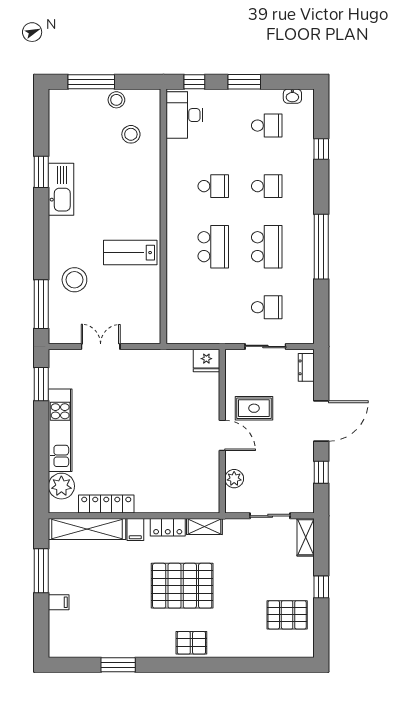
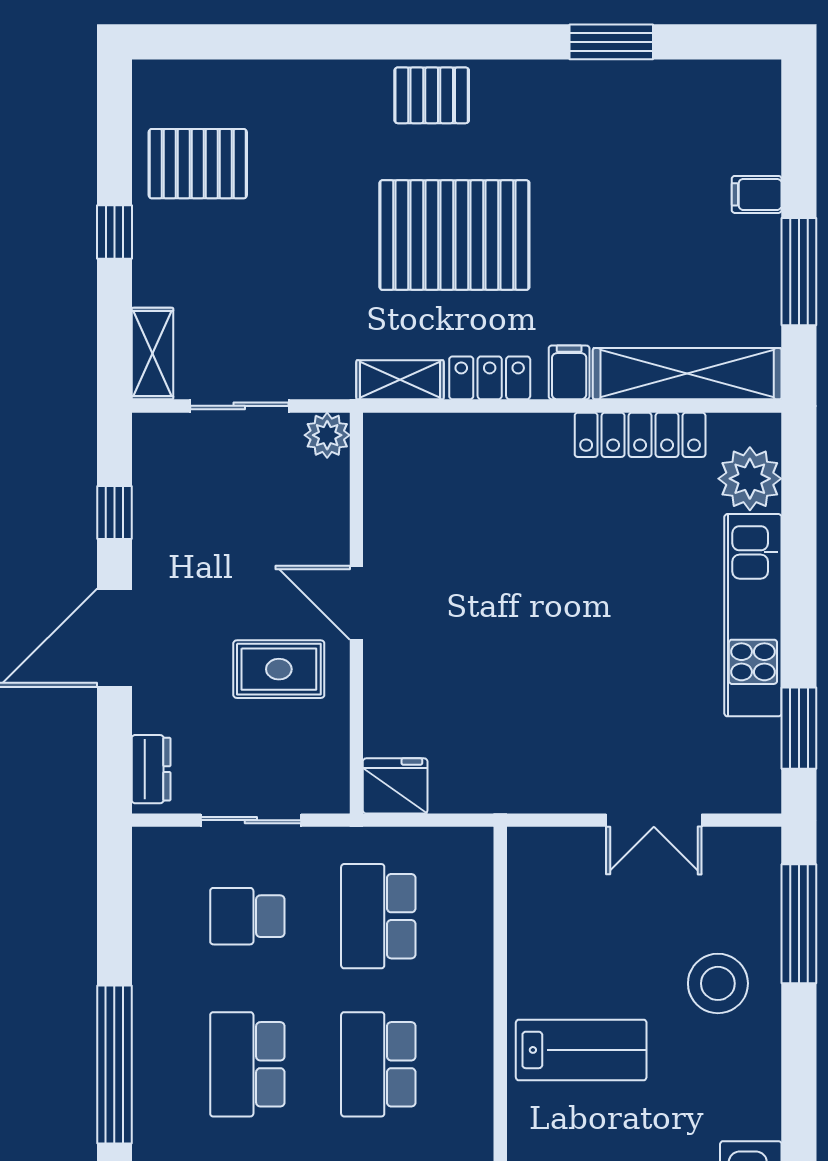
school desk: (213, 307) -> (378, 916), added
plant: (234, 479) -> (327, 435), moved

